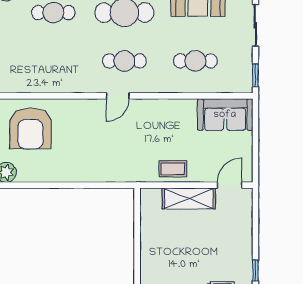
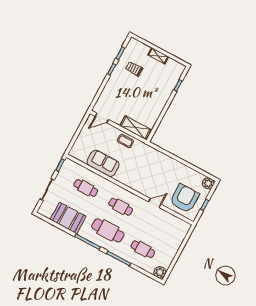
door: (118, 96) -> (155, 203), moved
sofa: (225, 115) -> (103, 163), moved
shelving: (189, 198) -> (136, 128), moved

